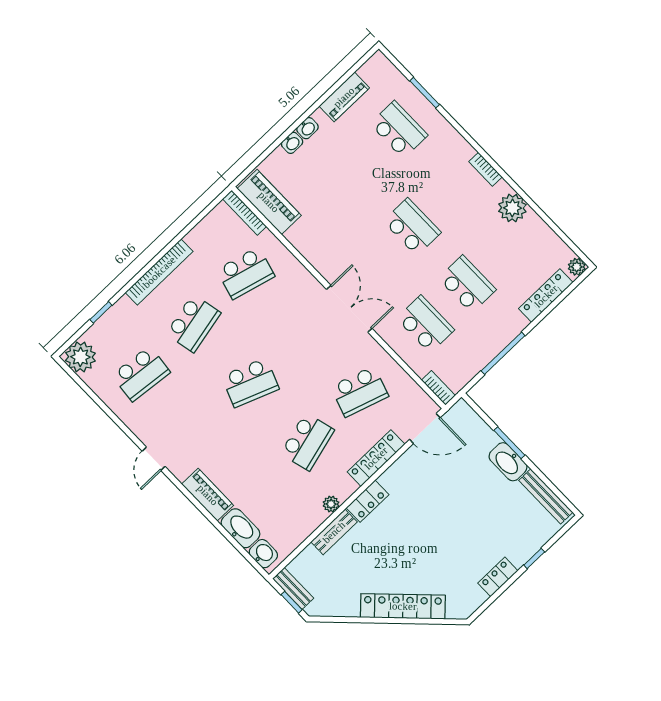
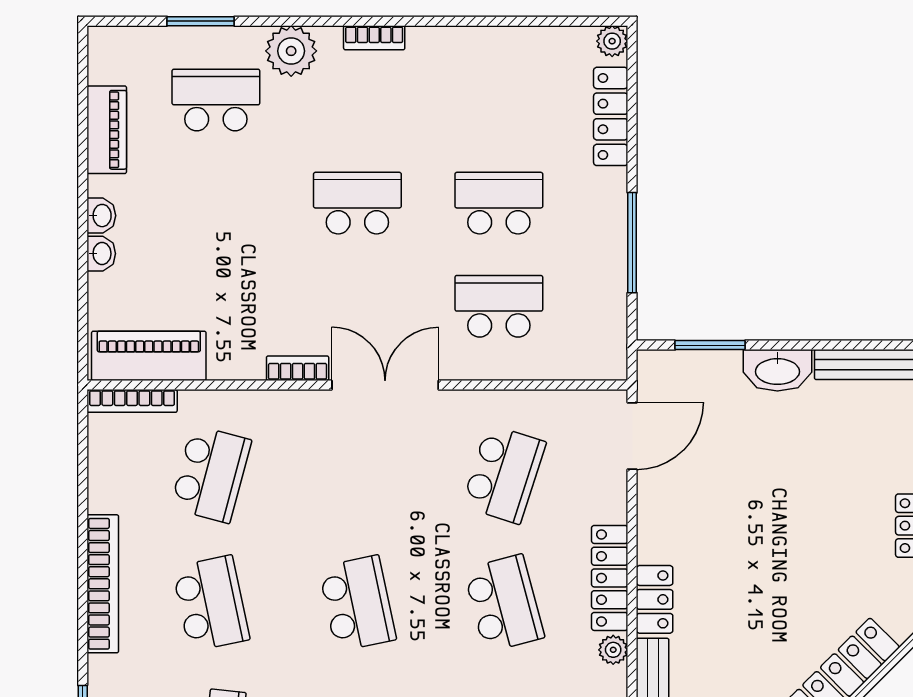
plant: (512, 208) -> (291, 51), moved
school desk: (250, 383) -> (357, 603), turned -33
bookcase: (438, 388) -> (298, 368), moved
window: (509, 443) -> (710, 345), moved
locker: (376, 458) -> (610, 578), moved

